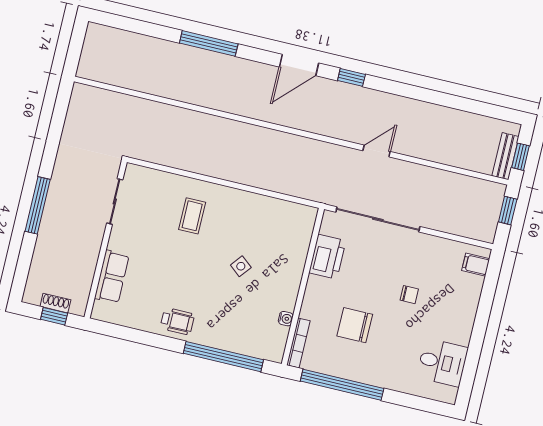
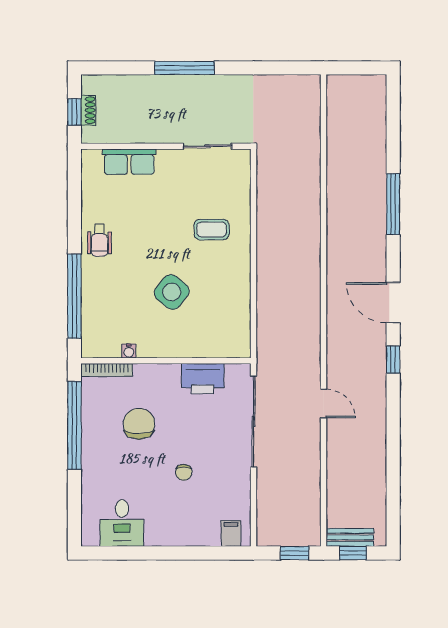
side table: (241, 266) -> (172, 292), width x1.87, depth x1.87

